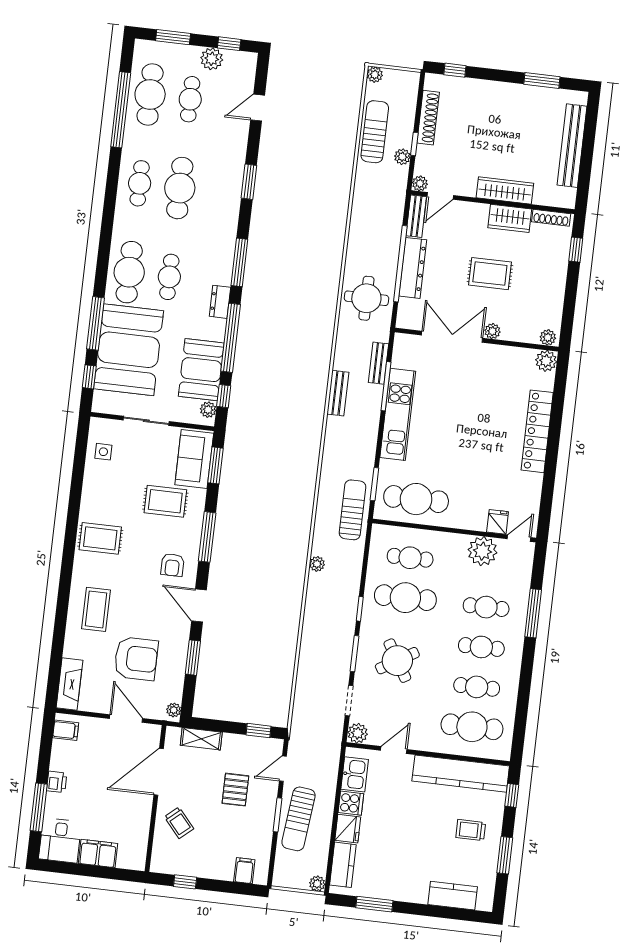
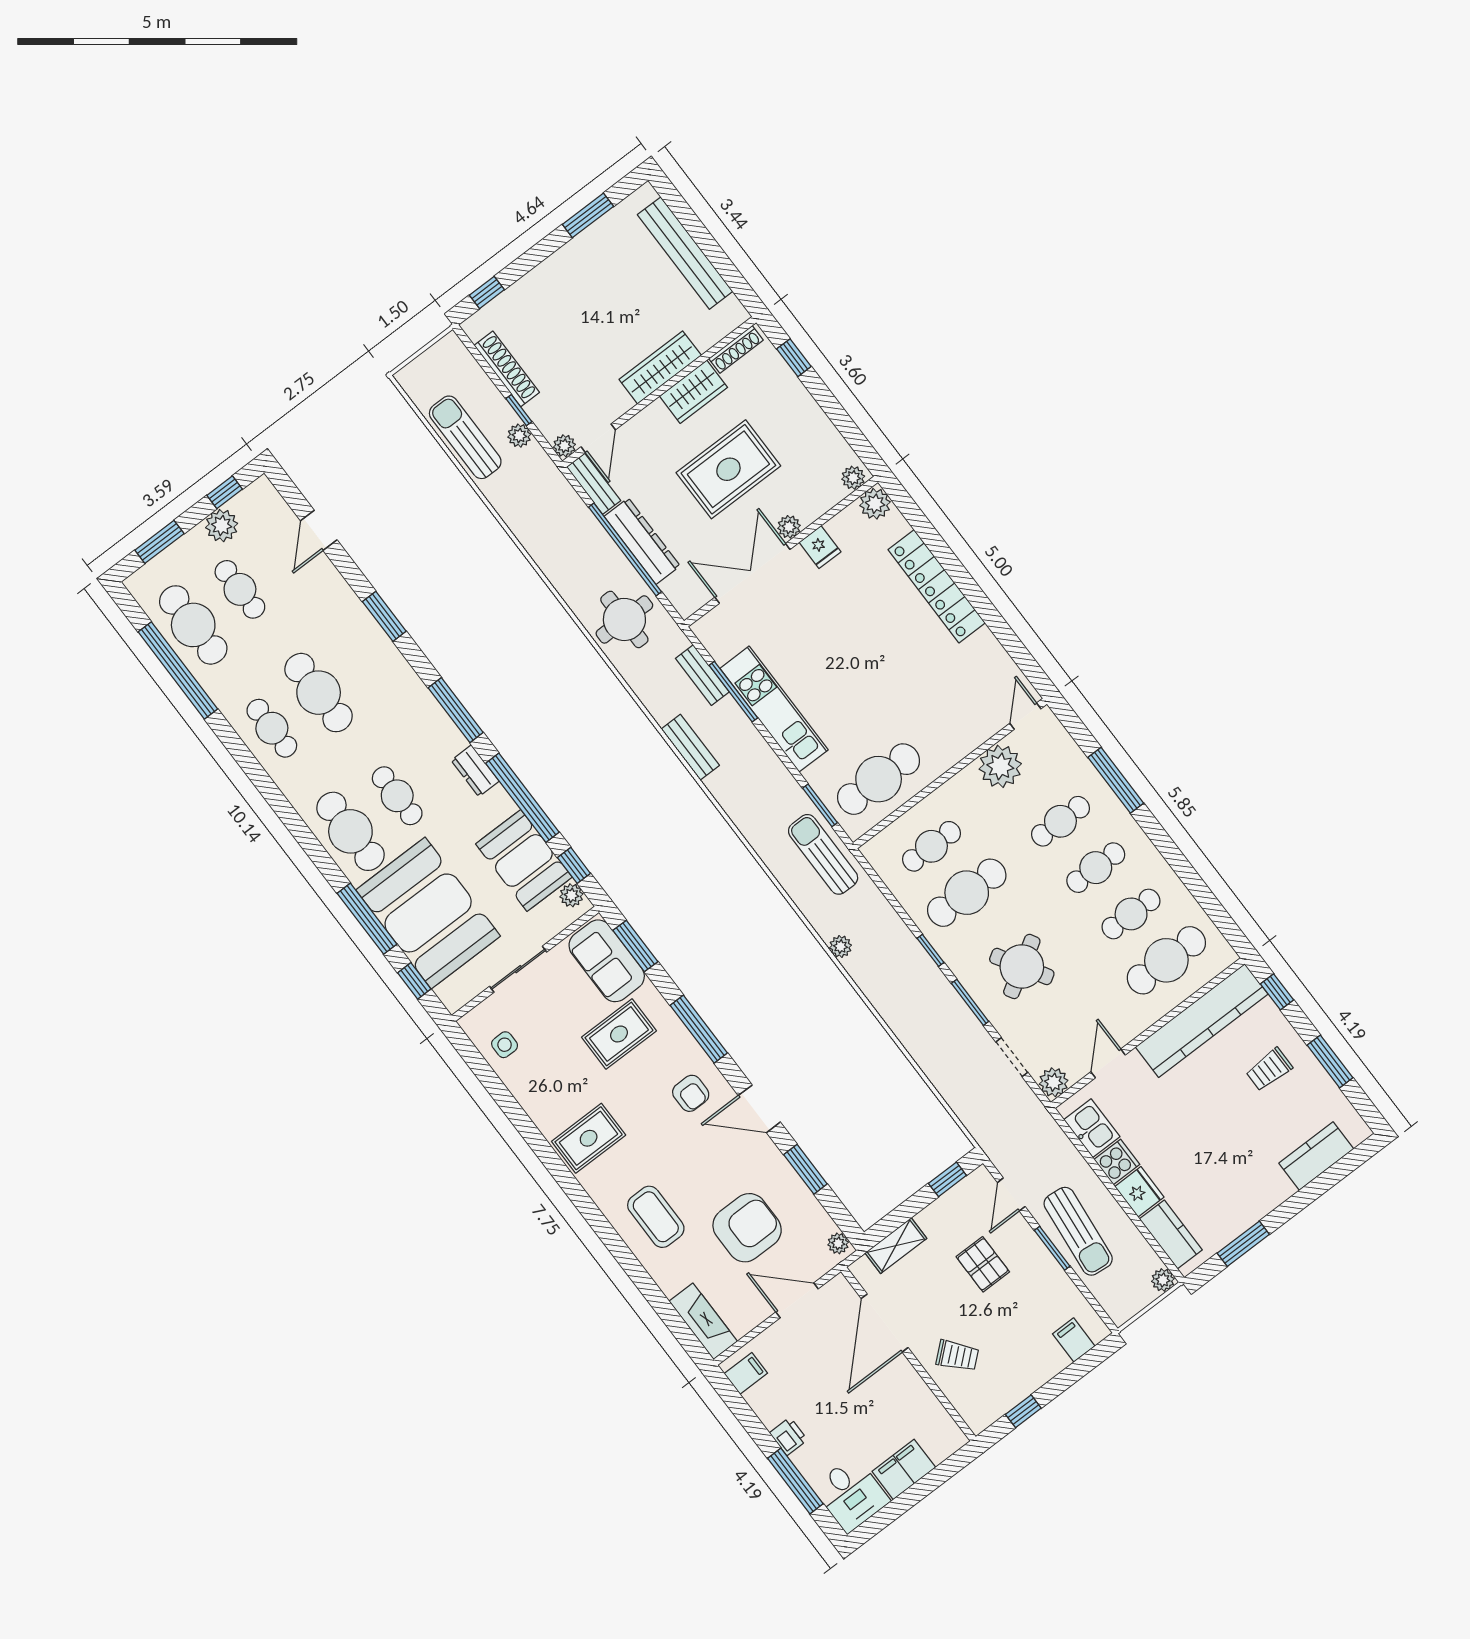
plant: (375, 75) -> (408, 378), removed
rug: (490, 274) -> (728, 469), width x1.36, depth x1.43
fridge: (498, 522) -> (820, 547), moved, turned 180

